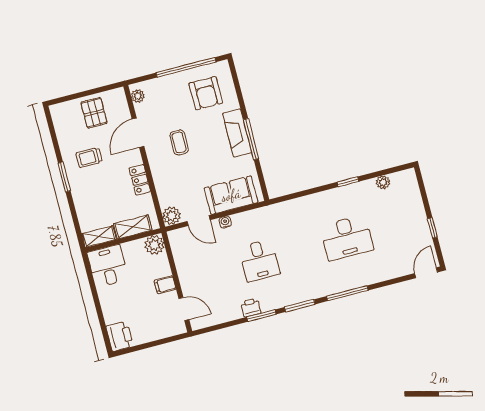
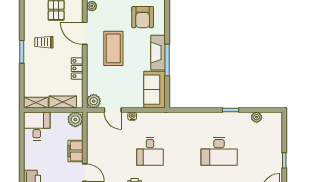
door: (138, 133) -> (85, 33), hinge flipped
coffee table: (179, 142) -> (113, 48), width x1.86, depth x1.72
sofa: (231, 195) -> (155, 90), moved, turned -90
filing cabinet: (165, 285) -> (76, 151), width x2.00

